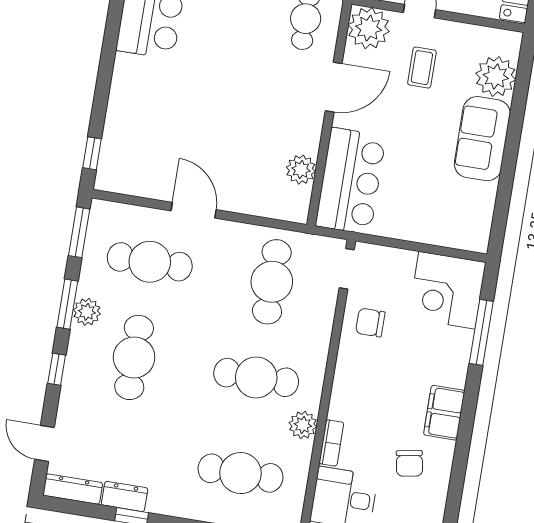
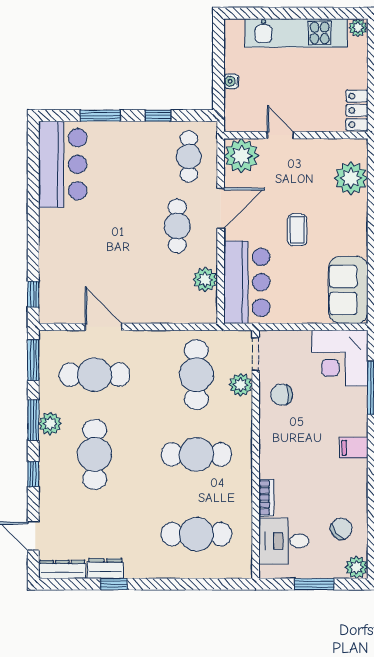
coffee table: (422, 68) -> (297, 230), moved
cafe table: (278, 100) -> (177, 226), added
sofa: (482, 139) -> (348, 290), moved
door: (194, 210) -> (104, 327), moved
filing cabinet: (444, 413) -> (354, 448), width x0.50
plant: (303, 425) -> (241, 385), moved
chair: (409, 463) -> (341, 529), moved, turned -121

